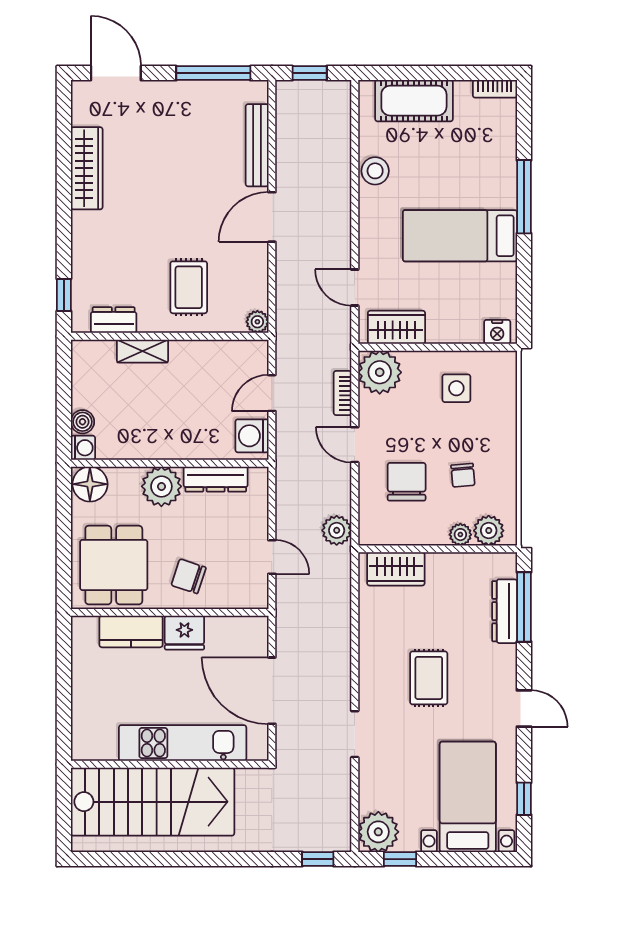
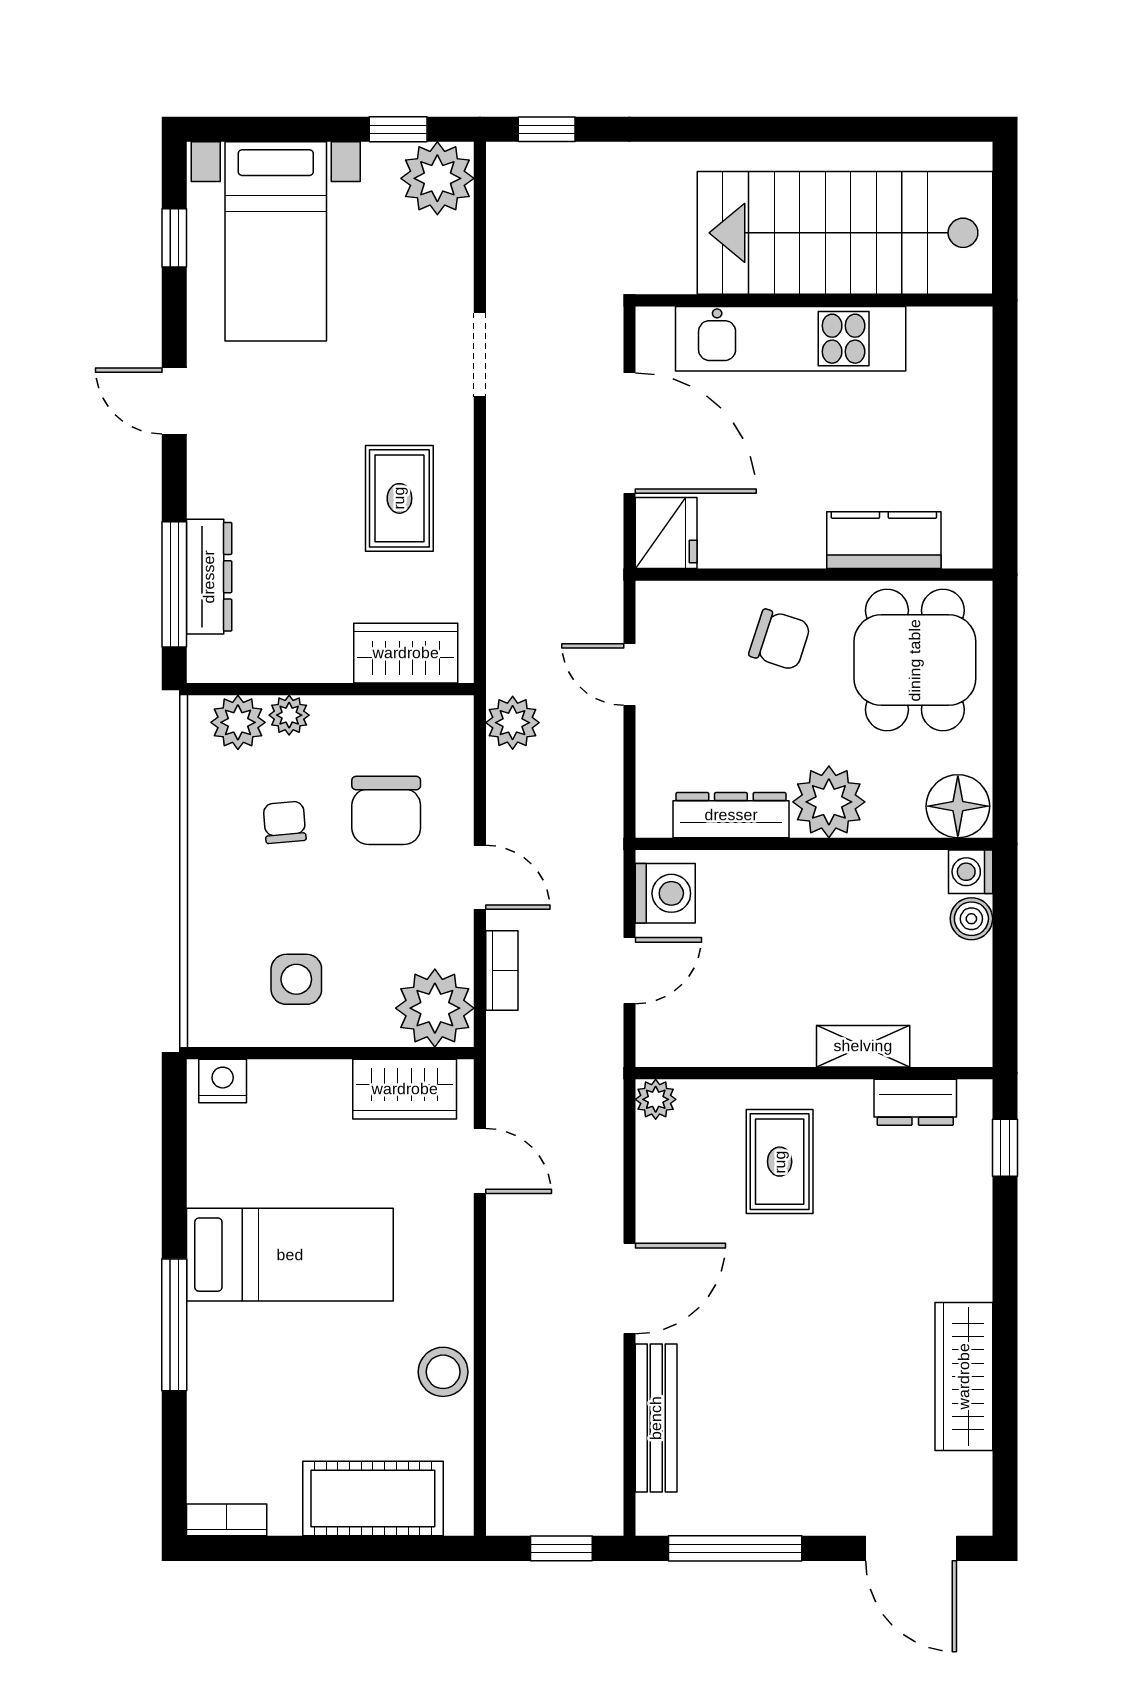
fridge: (184, 633) -> (666, 533), moved, turned 90
rug: (429, 678) -> (399, 498), moved

